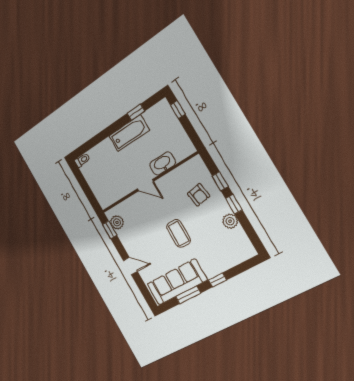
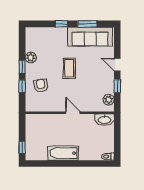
window: (136, 112) -> (50, 163), removed
washbasin: (163, 164) -> (105, 120), moved
window: (110, 230) -> (117, 86), moved

